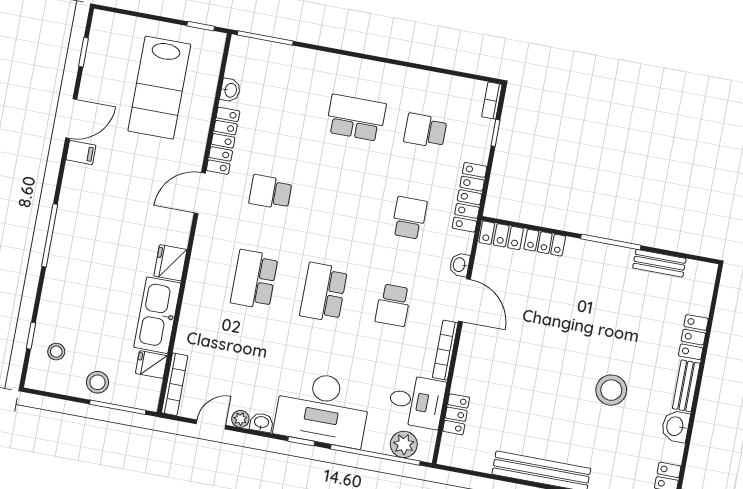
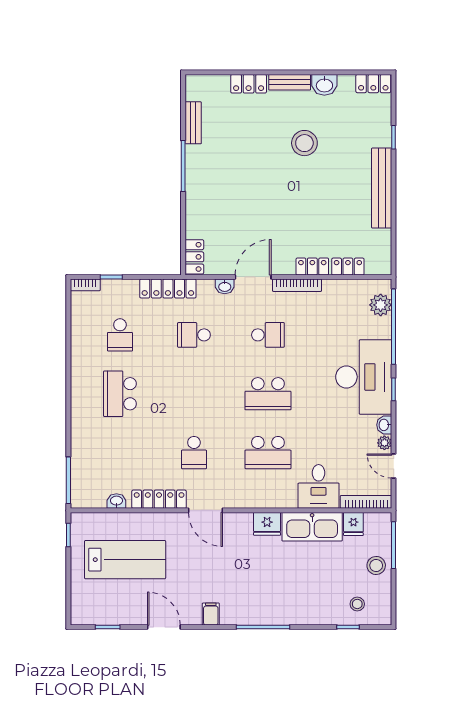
filing cabinet: (81, 153) -> (211, 614), moved
locker: (545, 243) -> (312, 267), moved, turned -90
desk: (417, 401) -> (319, 486), moved, turned 180

